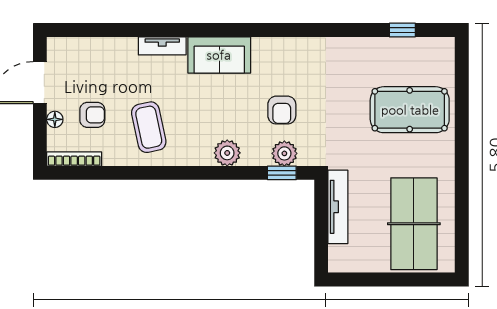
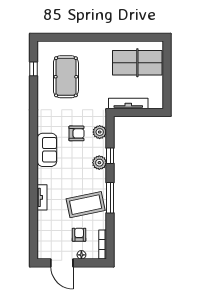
sofa: (219, 55) -> (47, 150), moved
pool table: (410, 110) -> (66, 77), moved
coffee table: (149, 127) -> (86, 205), width x1.36, depth x1.32
window: (162, 173) -> (110, 198), added
window: (282, 173) -> (110, 156), moved

